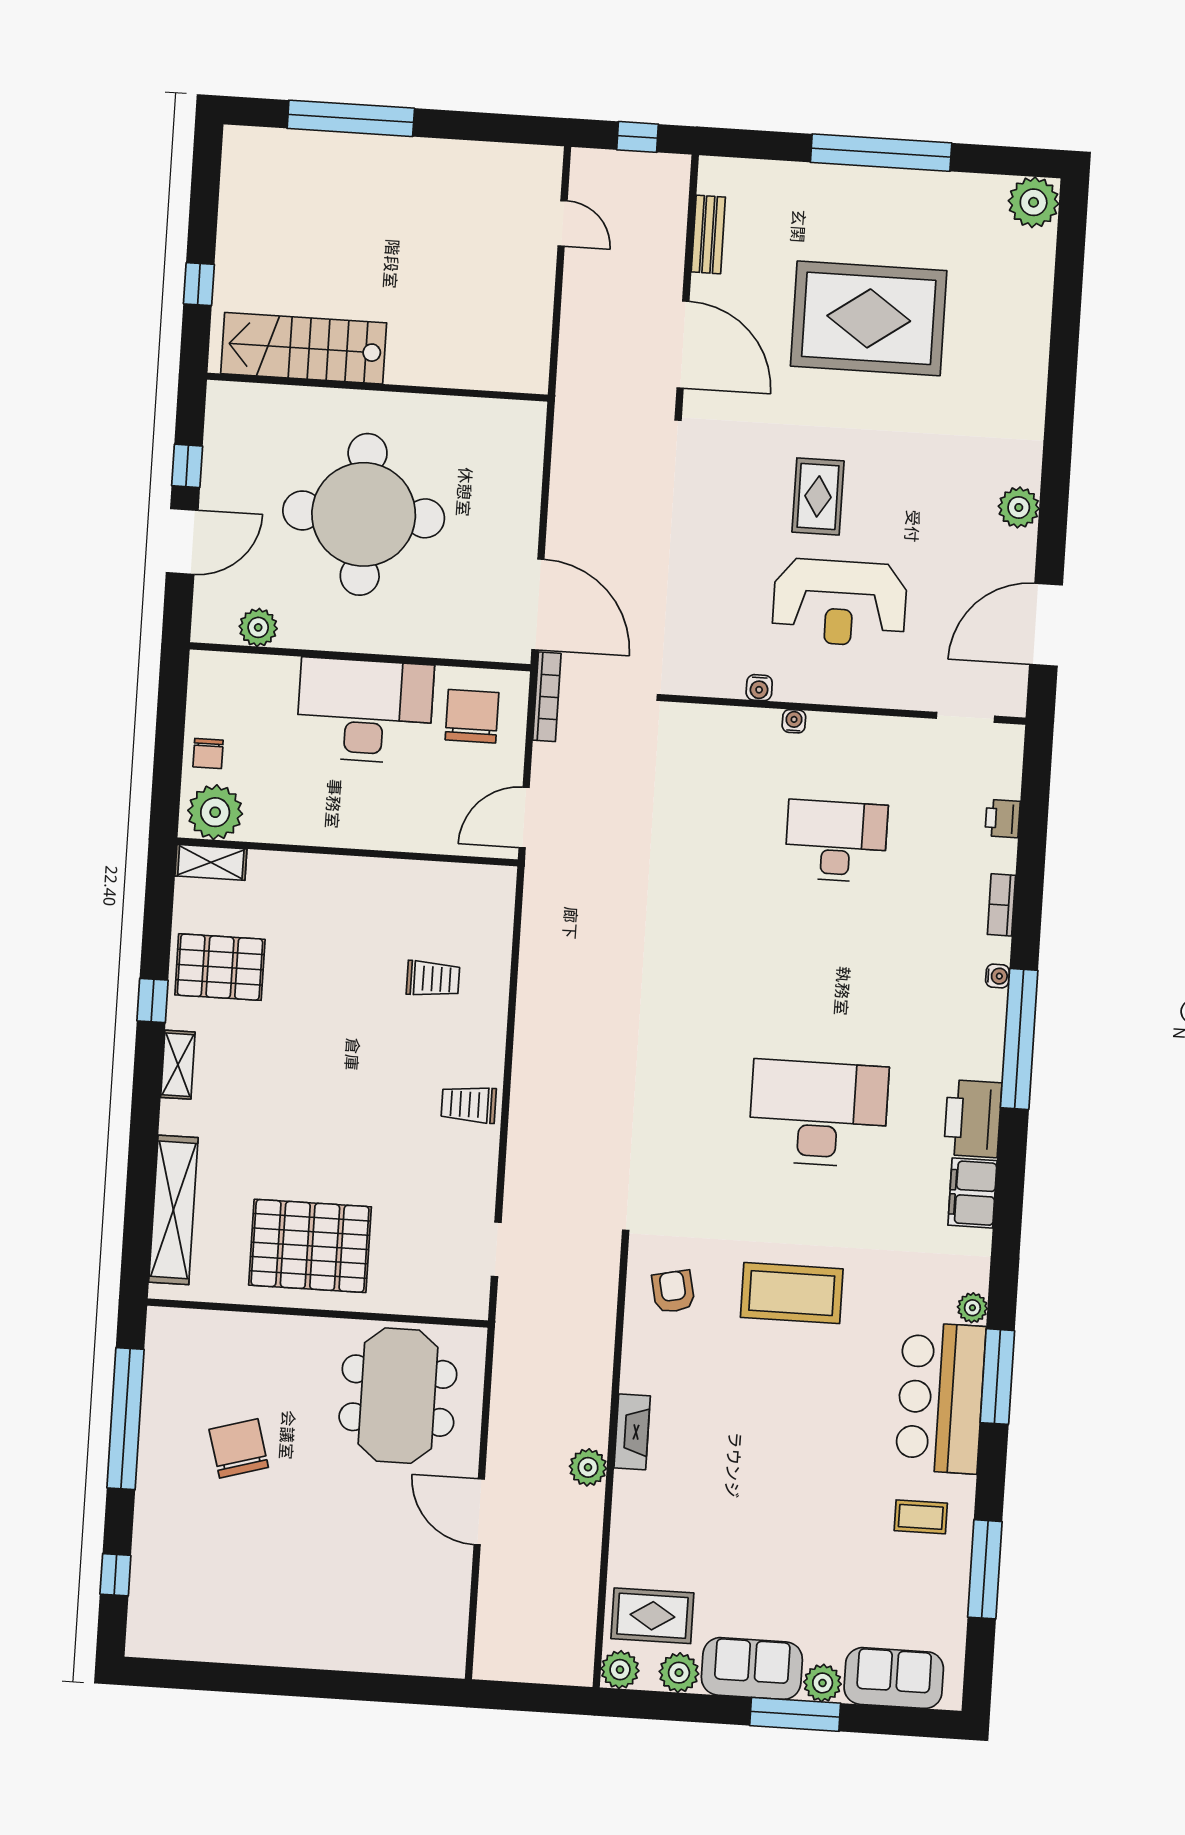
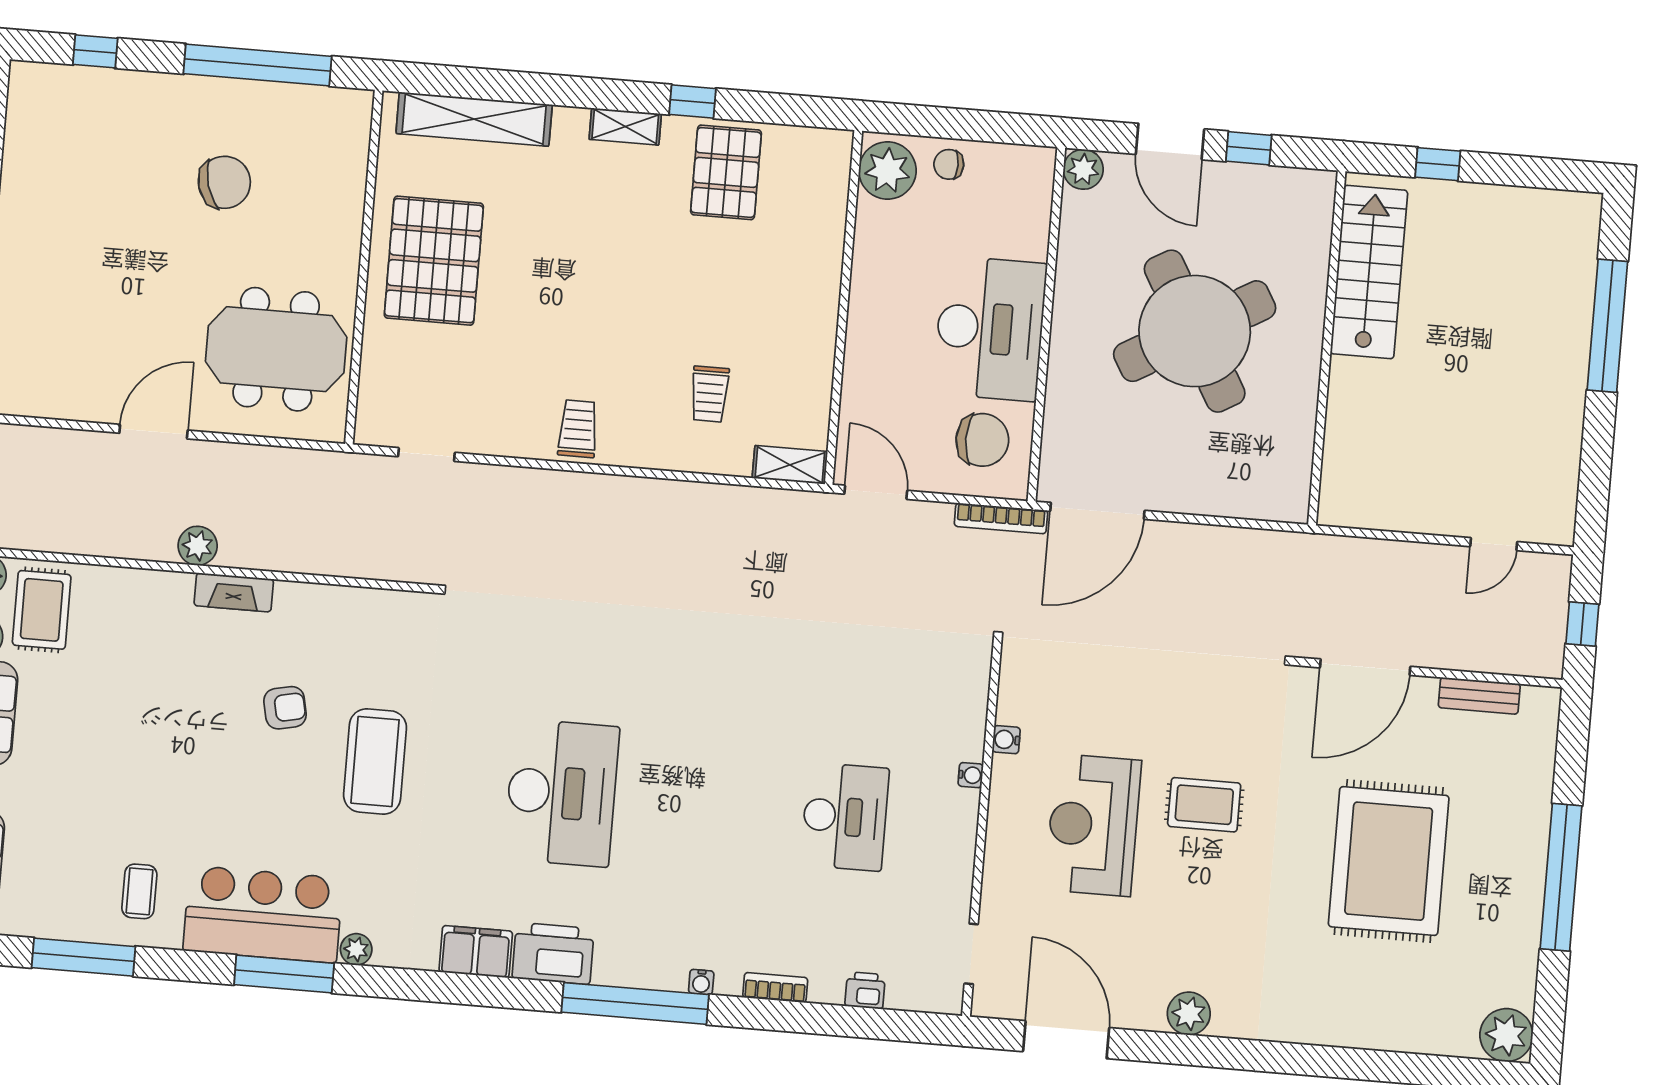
round table: (364, 514) -> (1195, 331), turned -30
plant: (258, 627) -> (1083, 169), moved
shelving: (211, 862) -> (790, 465), moved, turned 90
armchair: (673, 1292) -> (285, 708), moved

